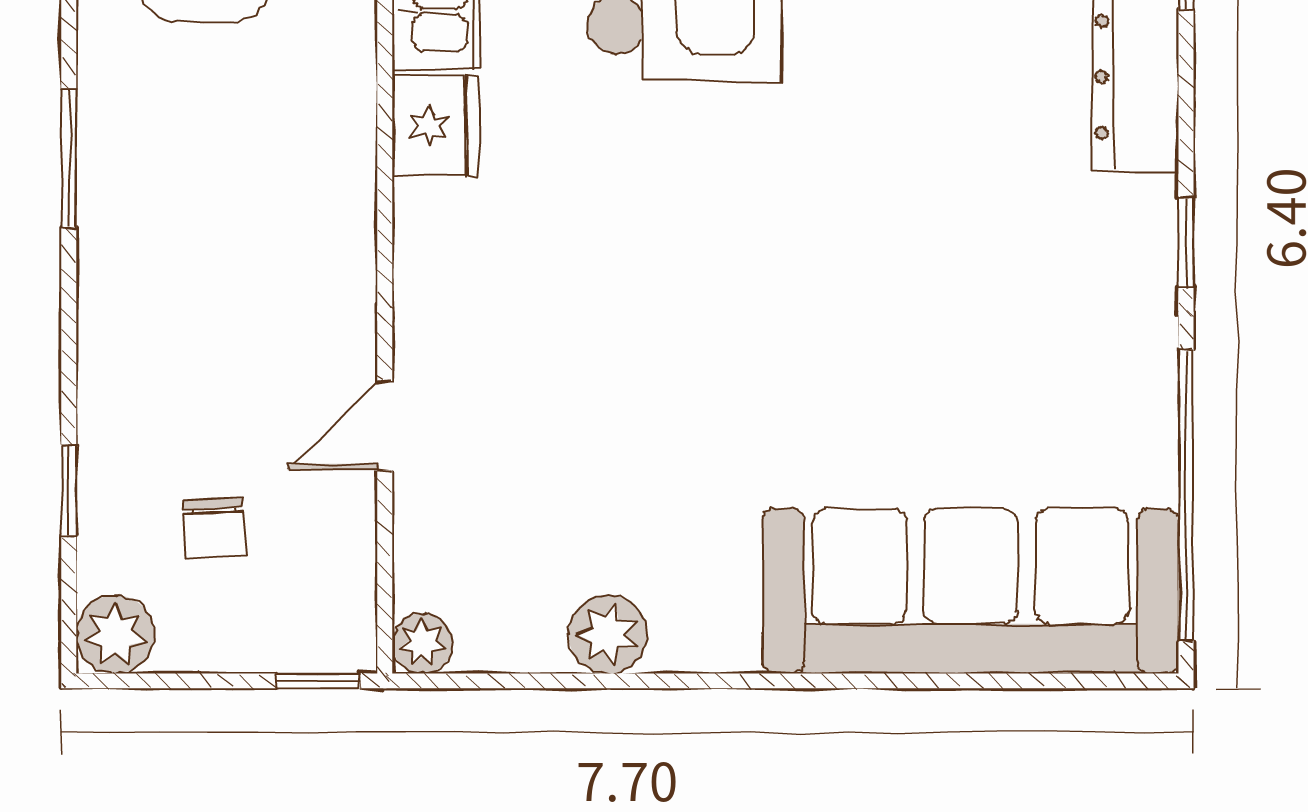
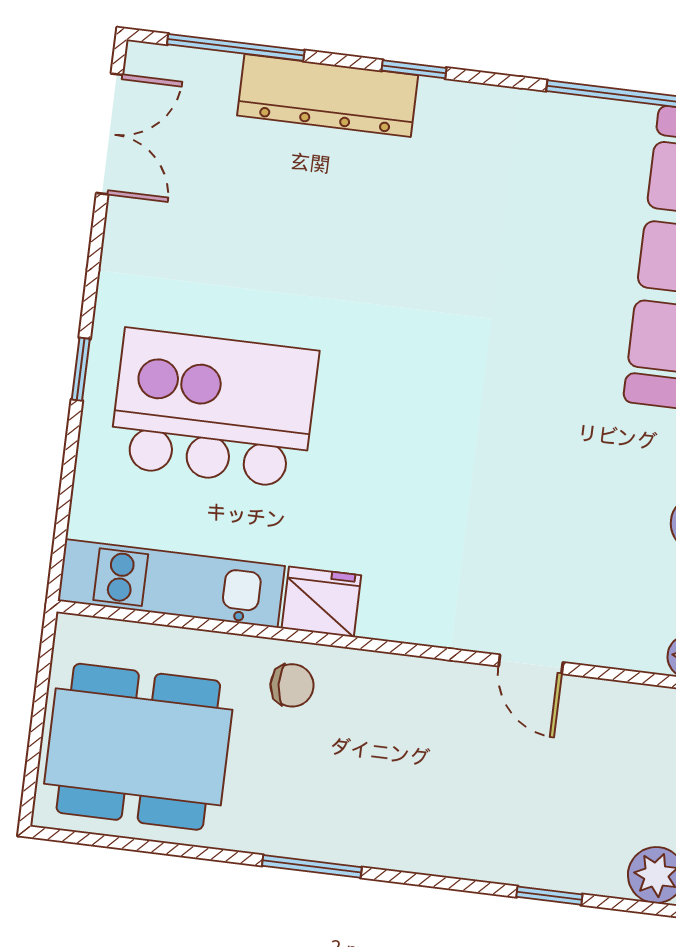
window: (1186, 243) -> (414, 69), moved
chair: (214, 528) -> (292, 685), moved

